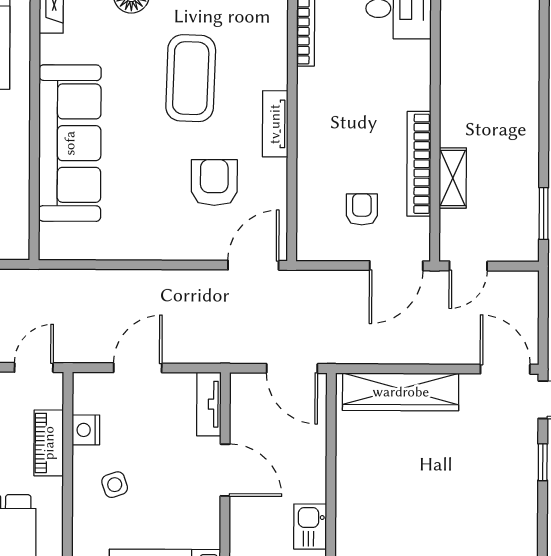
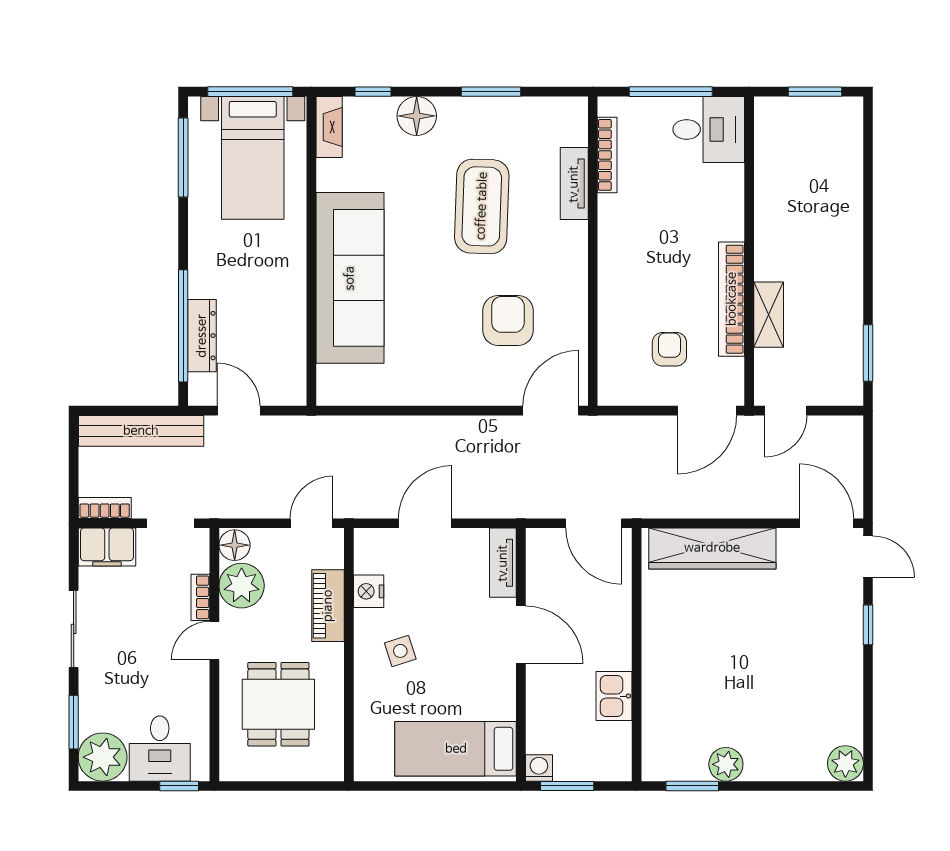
tv unit: (275, 124) -> (574, 184), moved

